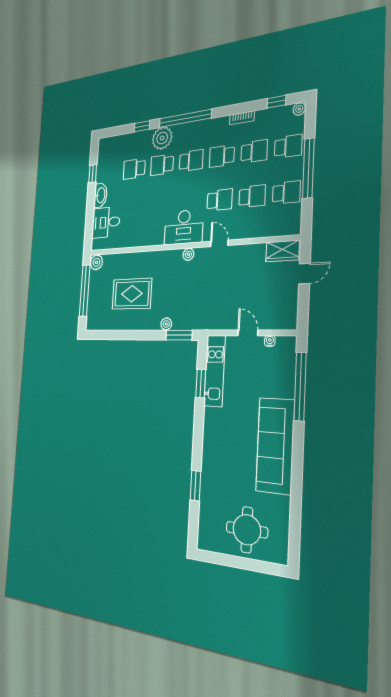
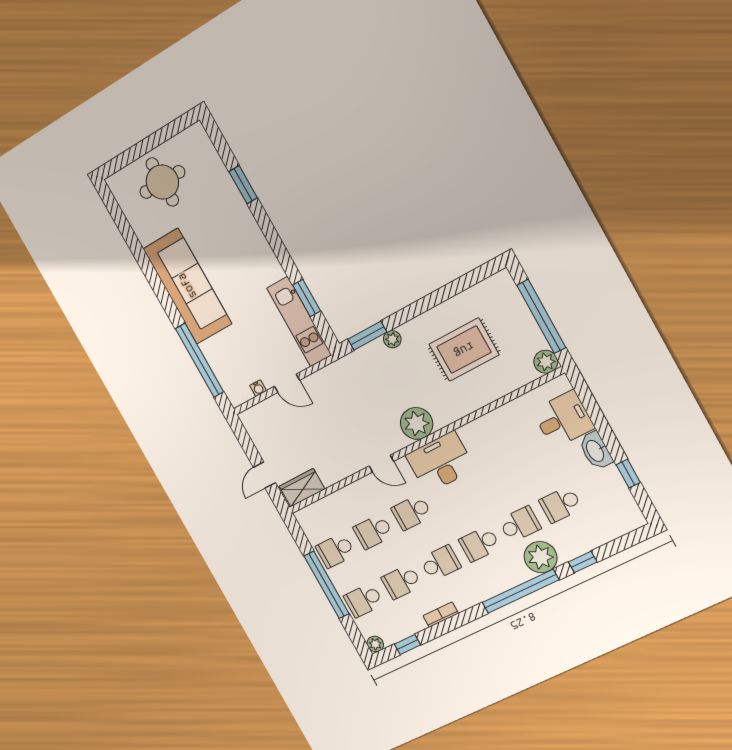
school desk: (134, 169) -> (561, 504), turned 180
plant: (188, 254) -> (417, 423), width x1.88, depth x1.88

